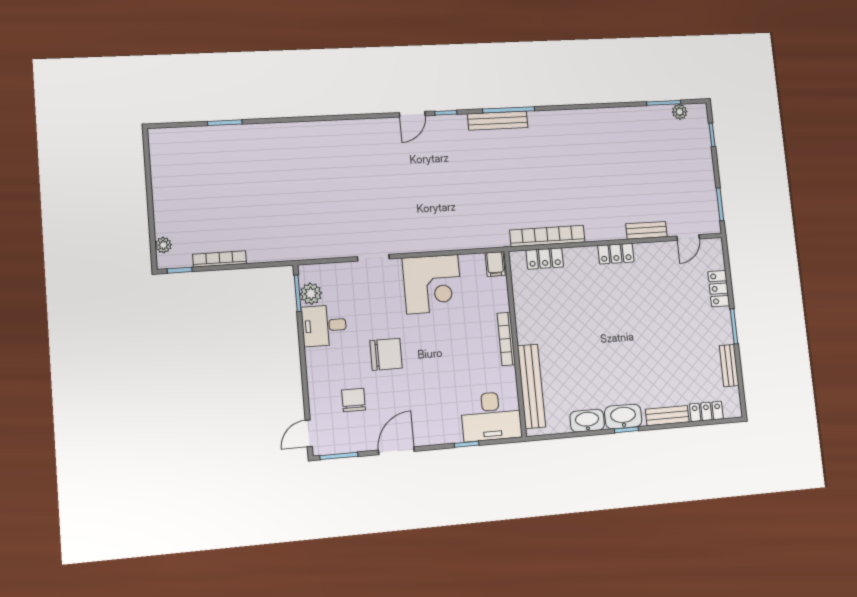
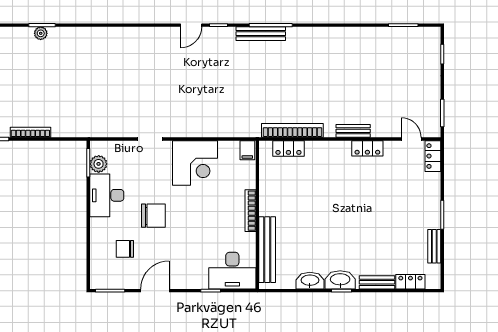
plant: (680, 112) -> (41, 33), moved
bench: (646, 230) -> (353, 131), moved
door: (688, 237) -> (411, 139), swing flipped
locker: (616, 254) -> (367, 148), moved
locker: (719, 289) -> (433, 156), moved
desk: (324, 326) -> (107, 195), width x1.37
chair: (354, 400) -> (125, 249), turned -90
door: (309, 433) -> (88, 272), removed

